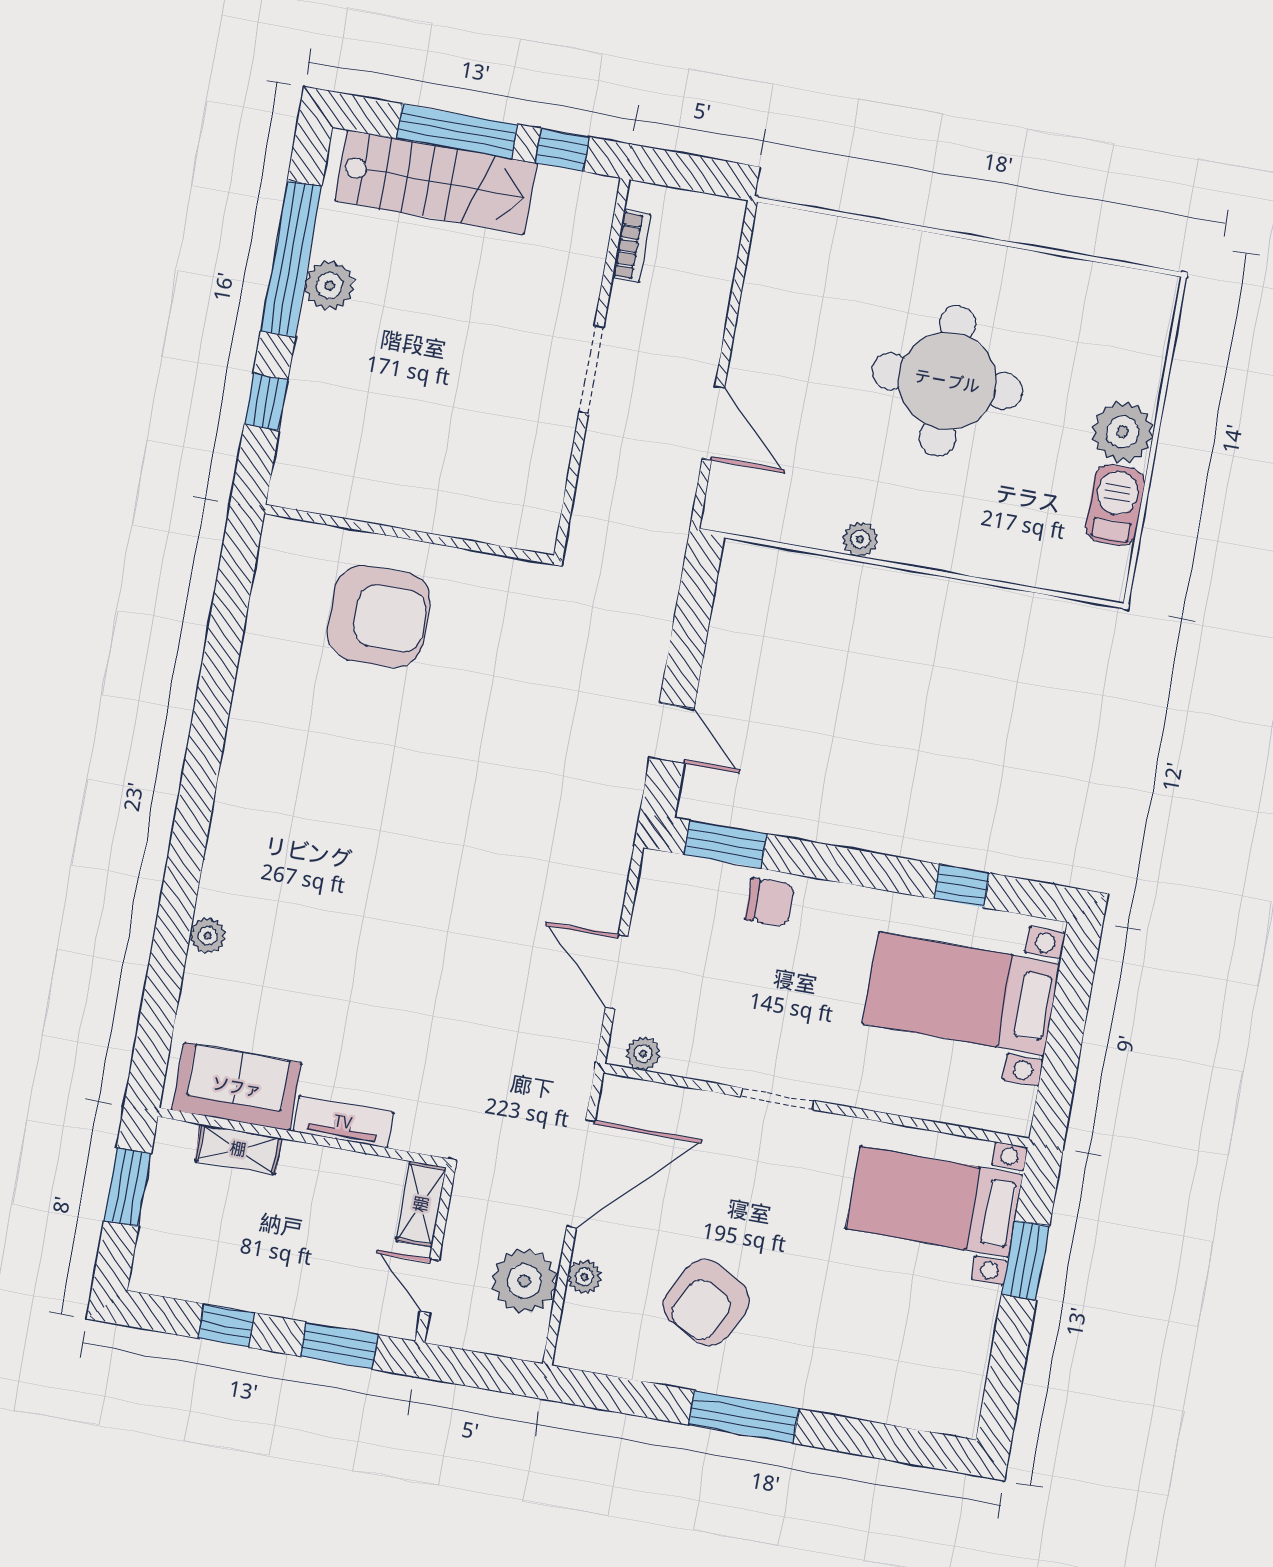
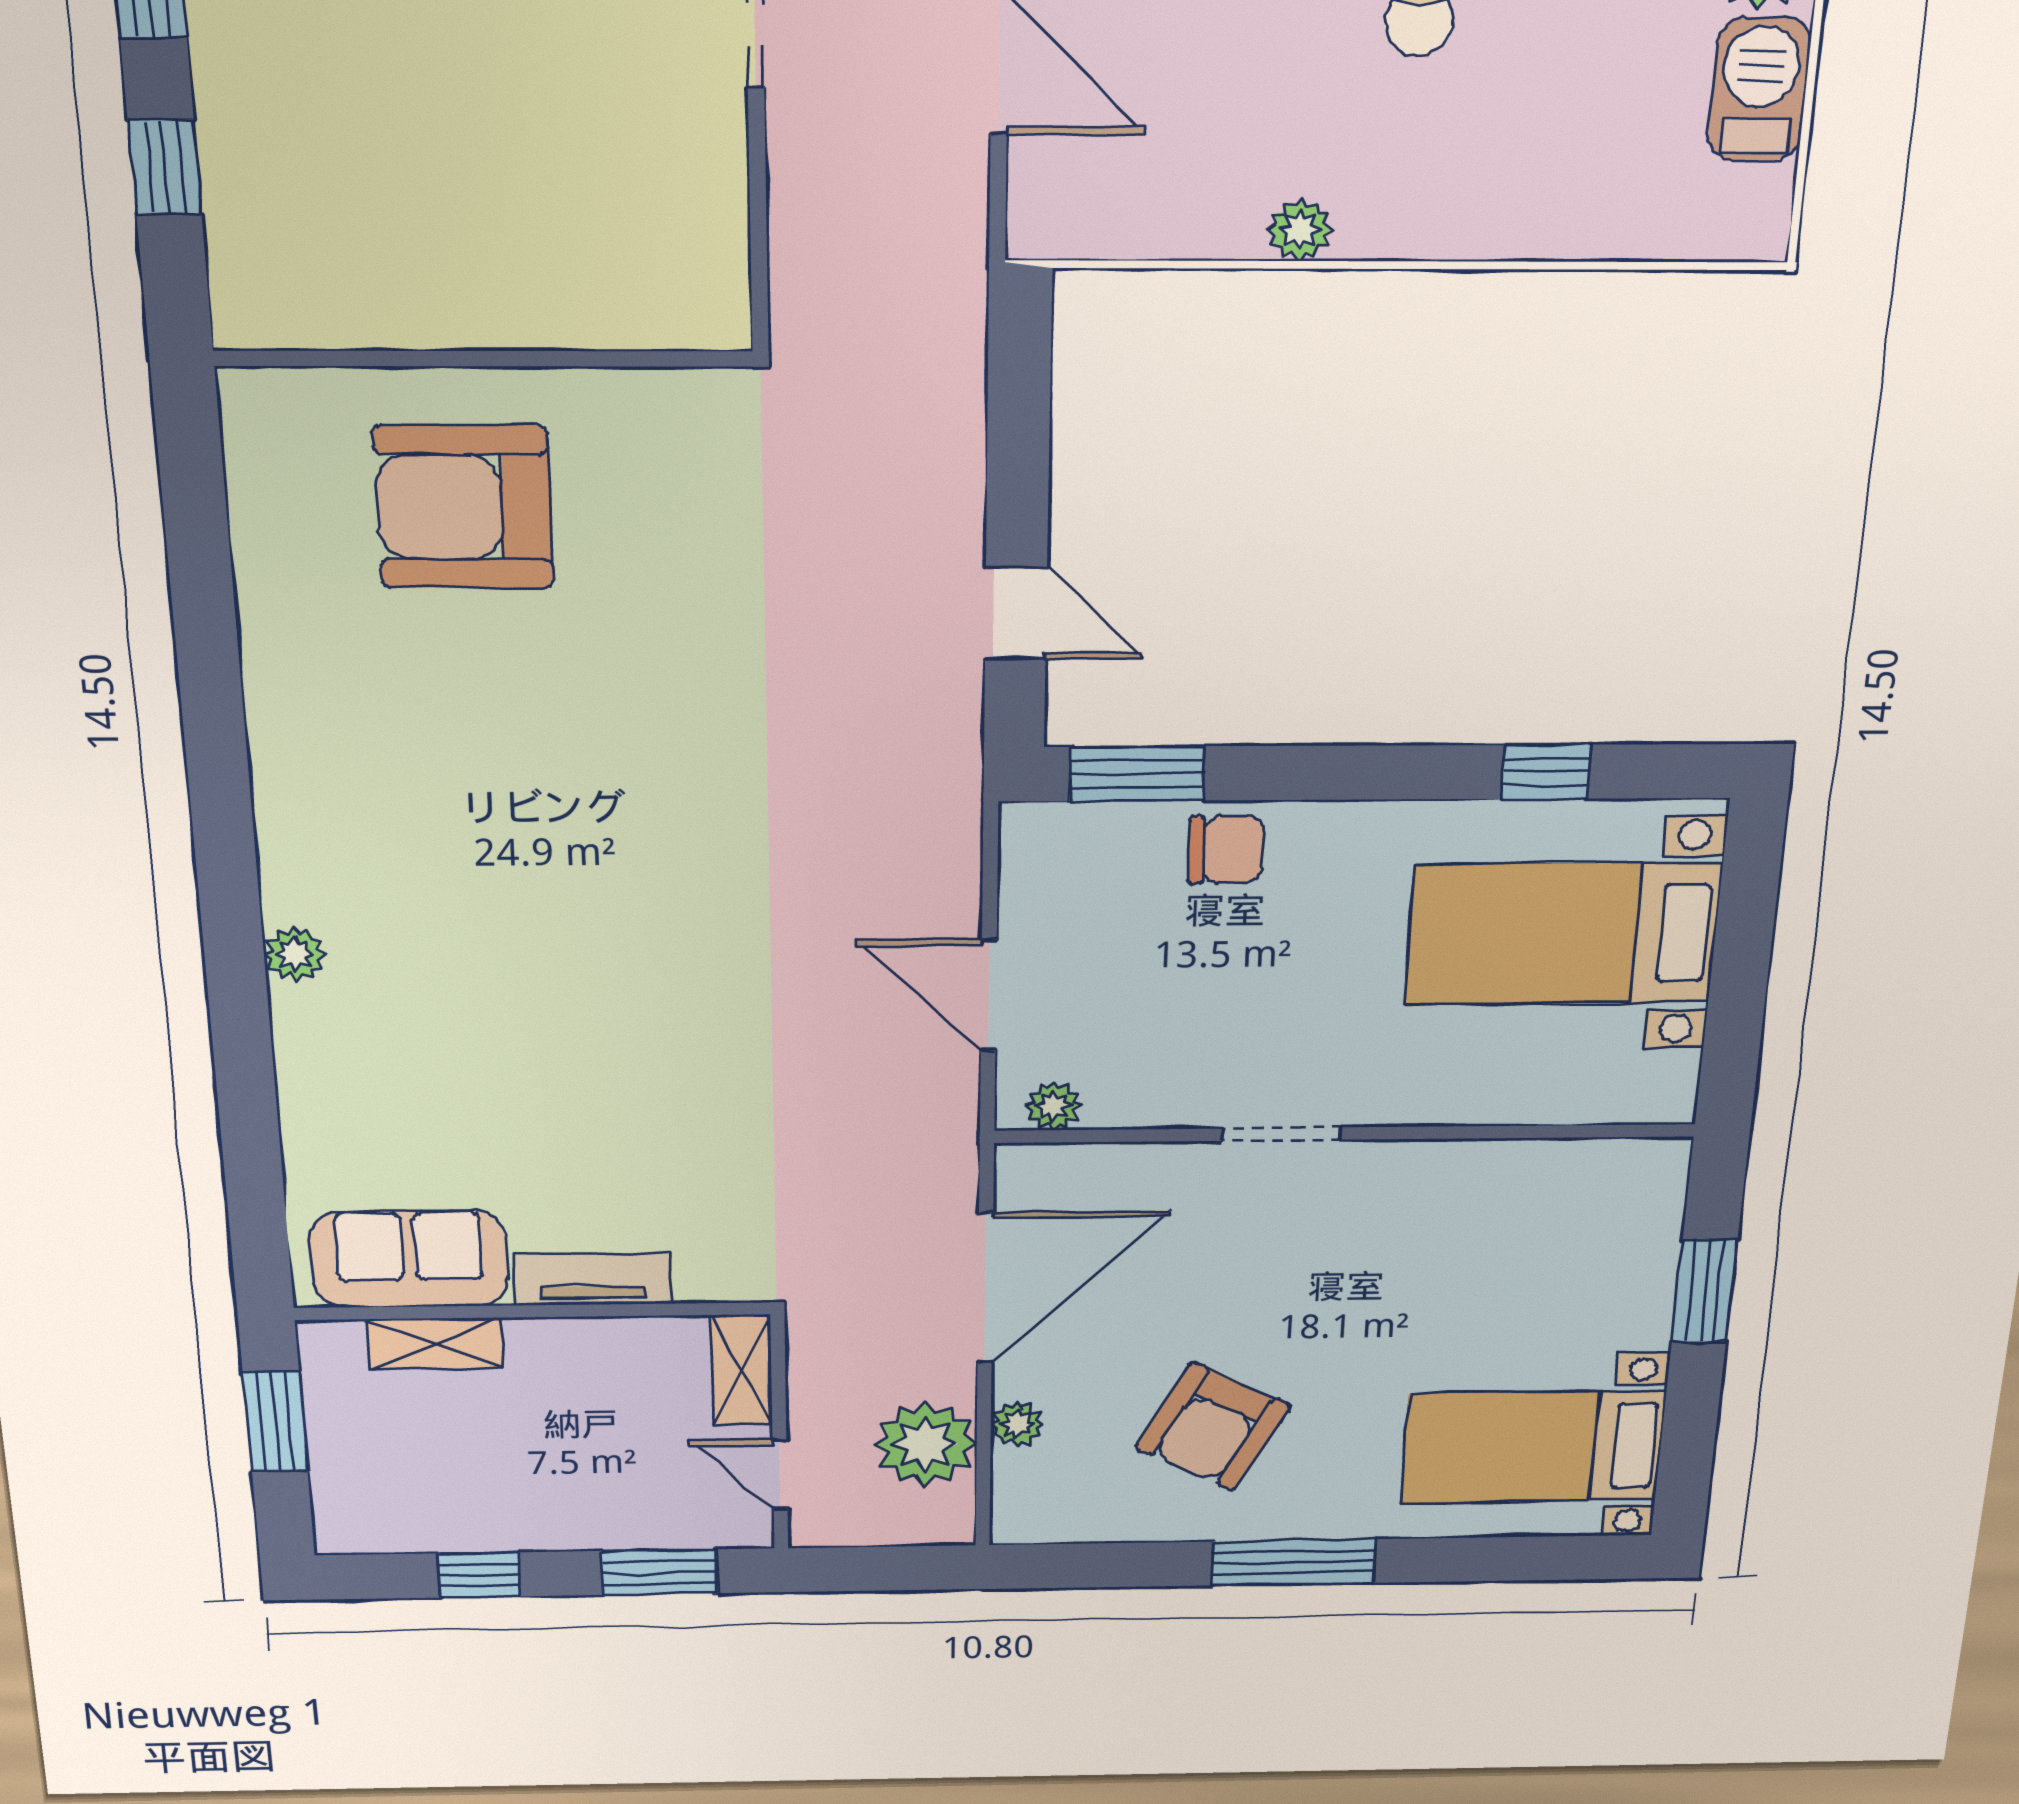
armchair: (379, 616) -> (464, 507), turned 180
plant: (208, 936) -> (295, 954), moved
bed with nightstands: (934, 1202) -> (1533, 1447), moved

